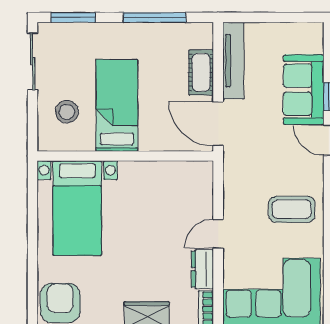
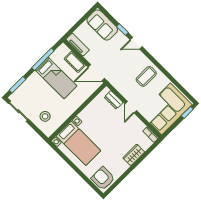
tv unit: (233, 61) -> (78, 45), width x0.71
sofa: (304, 90) -> (102, 25), moved
bed: (117, 105) -> (56, 78), moved, turned 180
dresser: (202, 269) -> (114, 100), moved

